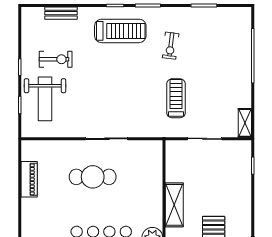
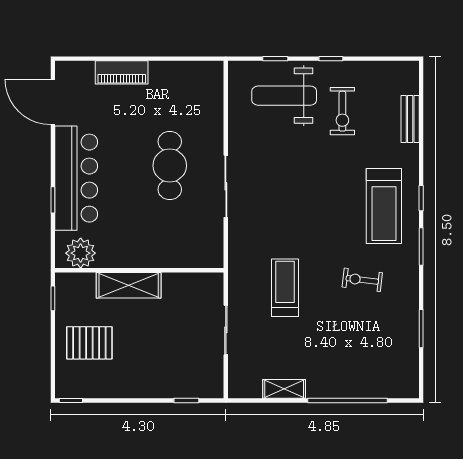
treadmill: (176, 98) -> (285, 288), turned -90
shelving: (245, 123) -> (284, 389), moved
piano: (29, 179) -> (122, 72), moved

